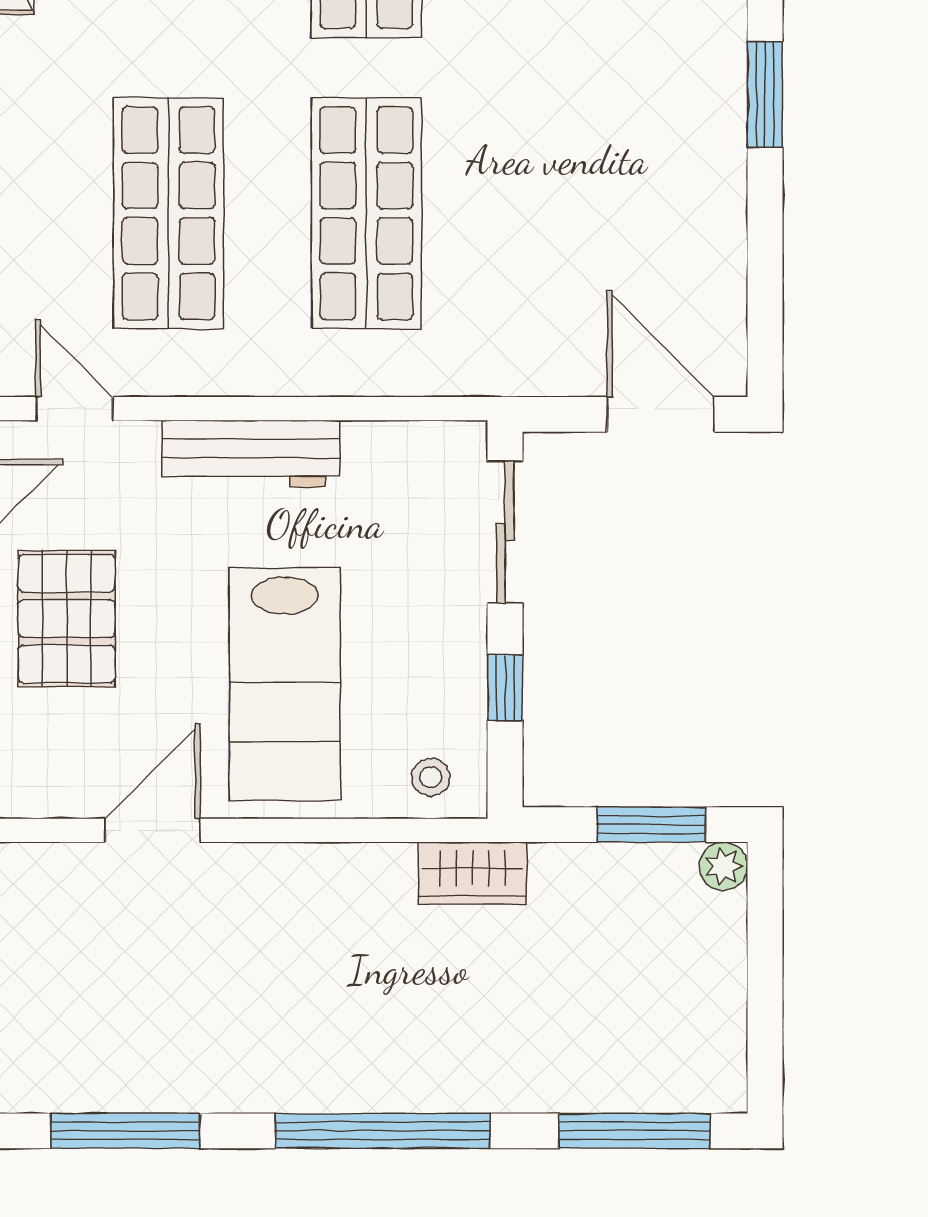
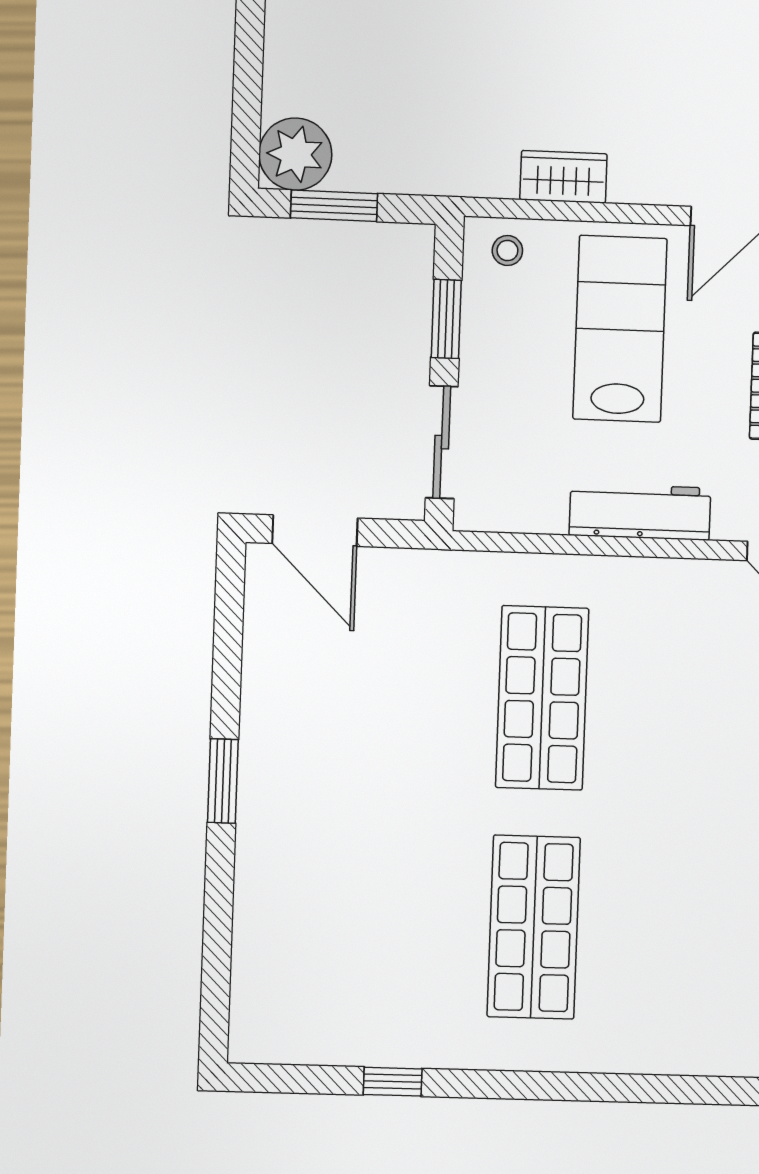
shop shelf: (169, 213) -> (698, 703), removed
window: (505, 688) -> (446, 319), width x1.50
plant: (723, 866) -> (295, 154), width x1.87, depth x1.87
wardrobe: (472, 873) -> (563, 177), moved

